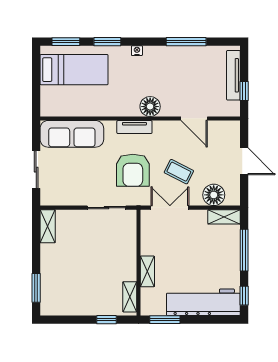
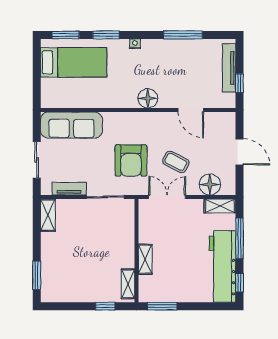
tv unit: (134, 127) -> (69, 189), moved, turned 180
workbench: (203, 302) -> (223, 266), moved, turned -90

